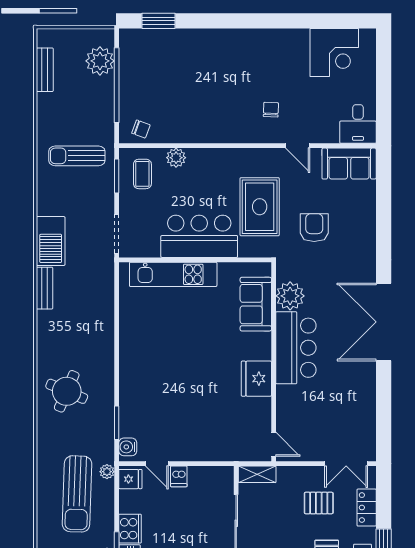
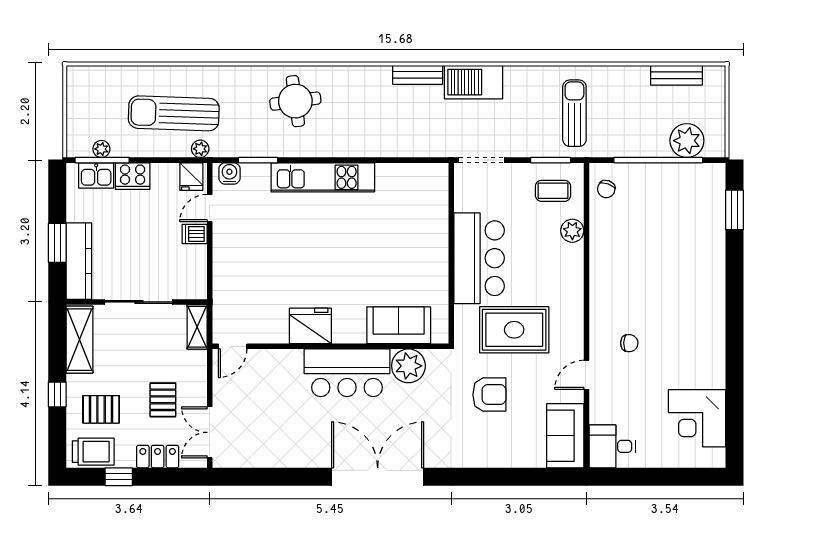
kitchen unit: (173, 274) -> (323, 177), moved, turned -90
round table: (67, 391) -> (295, 101), turned -31

